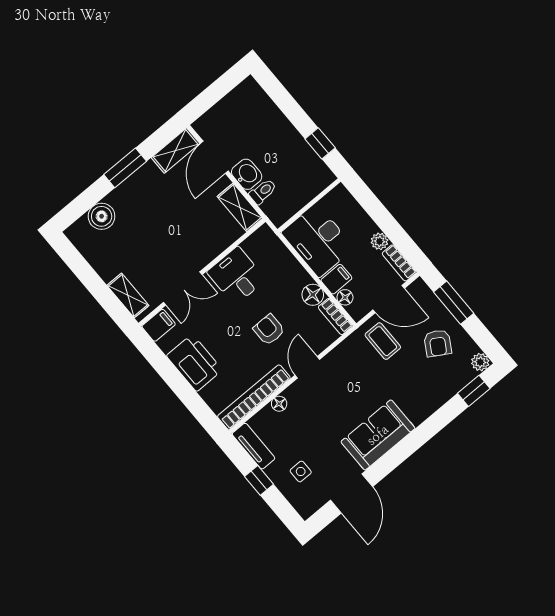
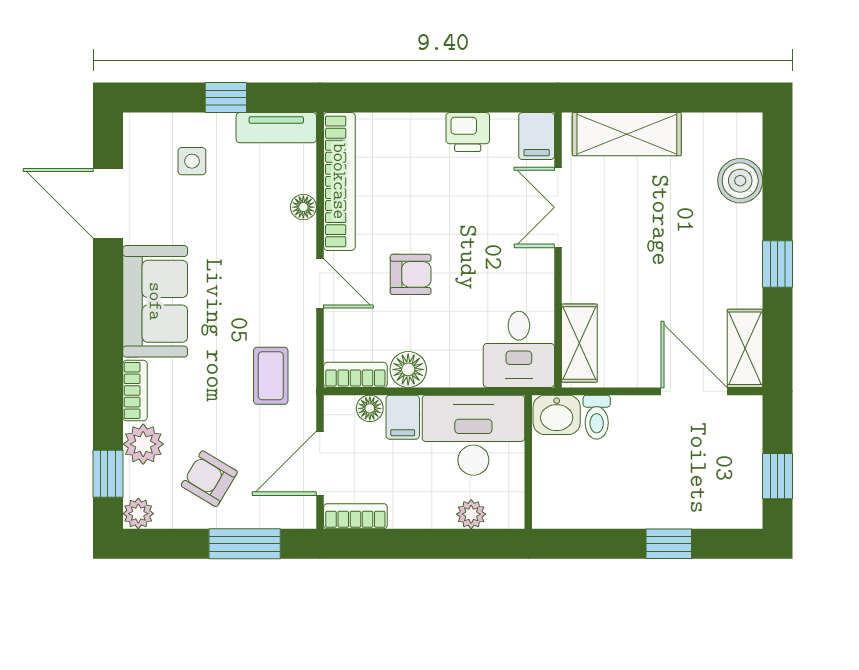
window: (221, 87) -> (777, 476), added
window: (320, 143) -> (669, 544), moved
window: (125, 168) -> (777, 264), width x0.67
washbasin: (247, 174) -> (557, 415), moved
shelving: (240, 207) -> (579, 343), moved, turned 90
plant: (380, 241) -> (471, 514), moved
desk: (236, 276) -> (519, 349), moved, turned 90
shelving: (128, 295) -> (627, 134), width x1.50, depth x1.33
coffee table: (383, 341) -> (271, 376), moved, turned 90
printer: (194, 363) -> (468, 132), width x0.53, depth x0.68
plant: (447, 386) -> (143, 444), added
bookcase: (426, 410) -> (135, 390), added

